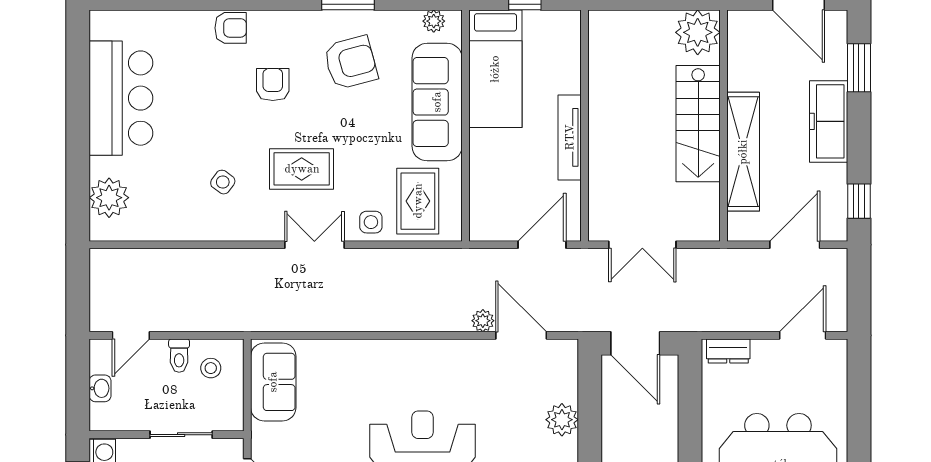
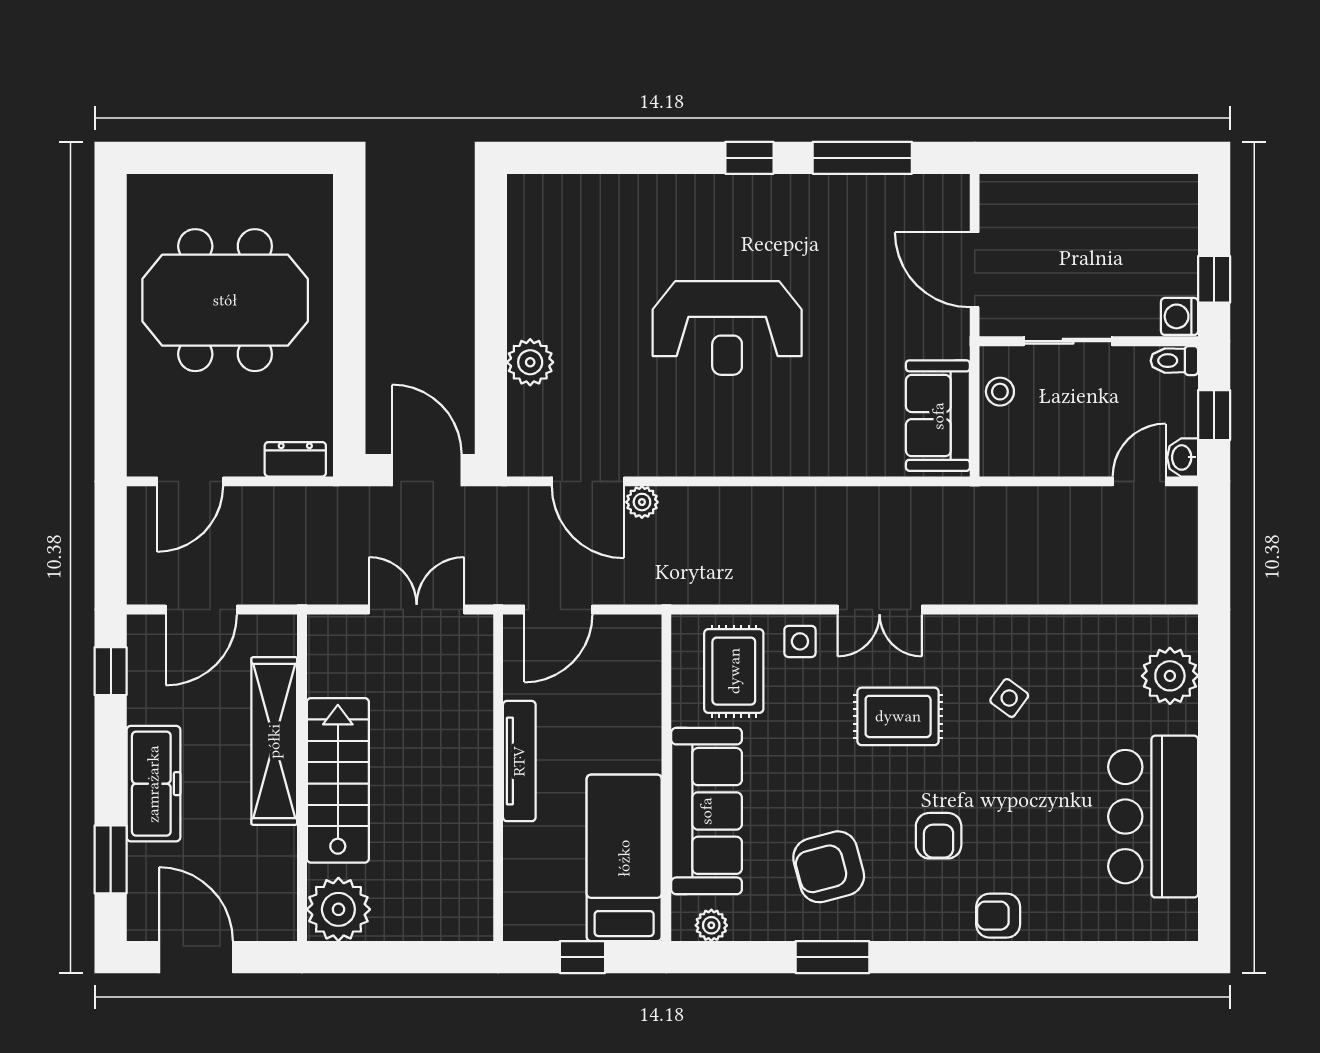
toilet: (179, 356) -> (1174, 361), moved, turned -90
stool: (211, 368) -> (1000, 392), moved
window: (78, 382) -> (1214, 415), added
washbasin: (100, 388) -> (1183, 457), moved

